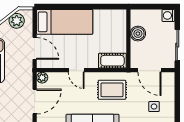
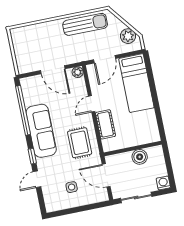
cot: (112, 61) -> (105, 124), moved
door: (149, 70) -> (106, 175), hinge flipped

